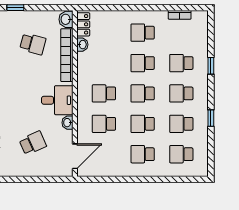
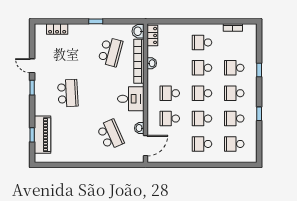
school desk: (33, 44) -> (110, 52), width x1.85
washbasin: (82, 45) -> (152, 63), moved
washbasin: (67, 123) -> (139, 128), moved
school desk: (33, 143) -> (110, 135), width x1.85

